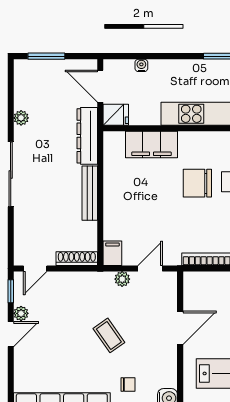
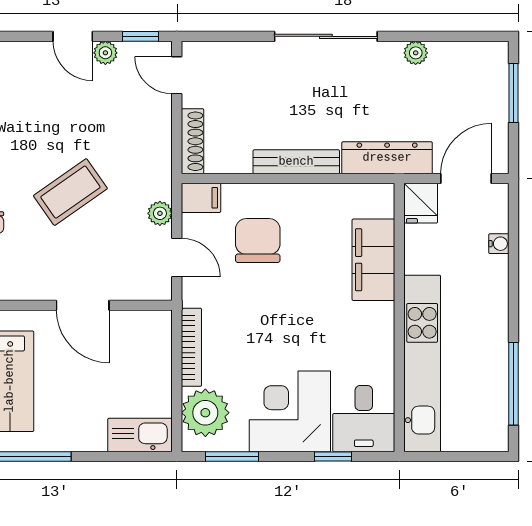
chair: (197, 183) -> (258, 241), moved
coffee table: (109, 335) -> (70, 192), width x1.36, depth x1.30

